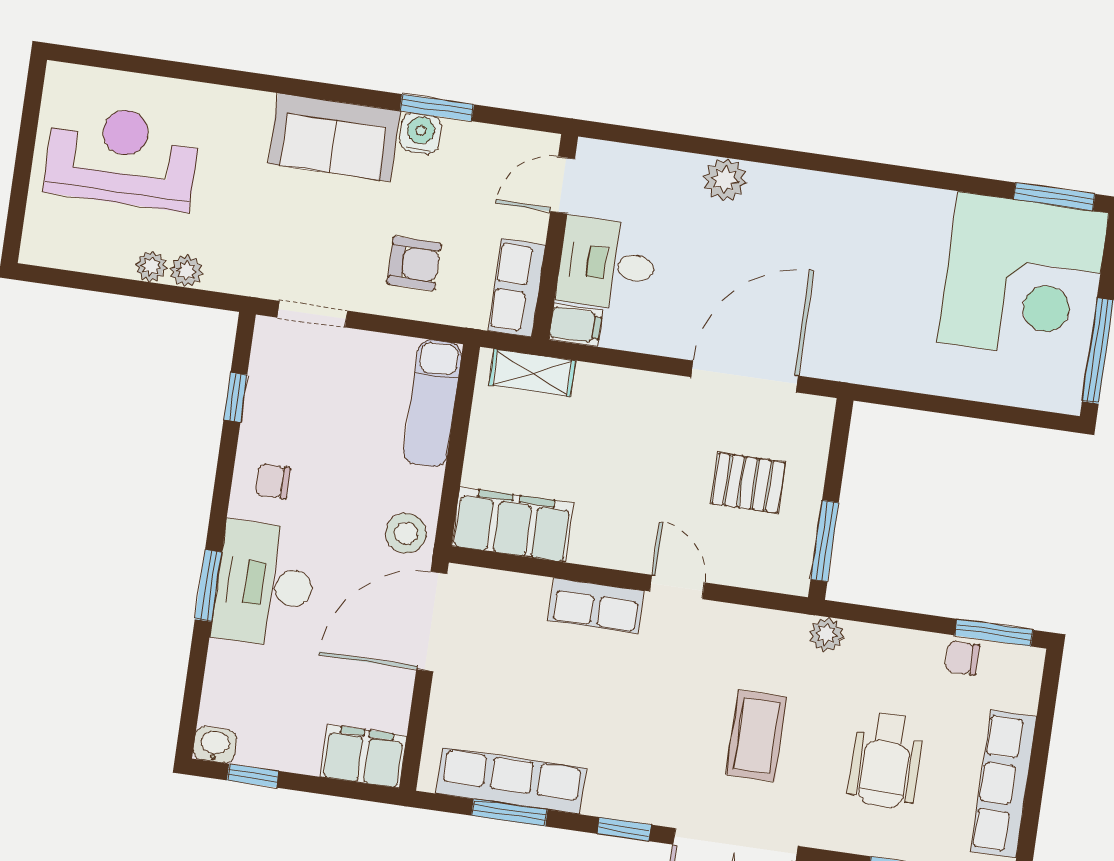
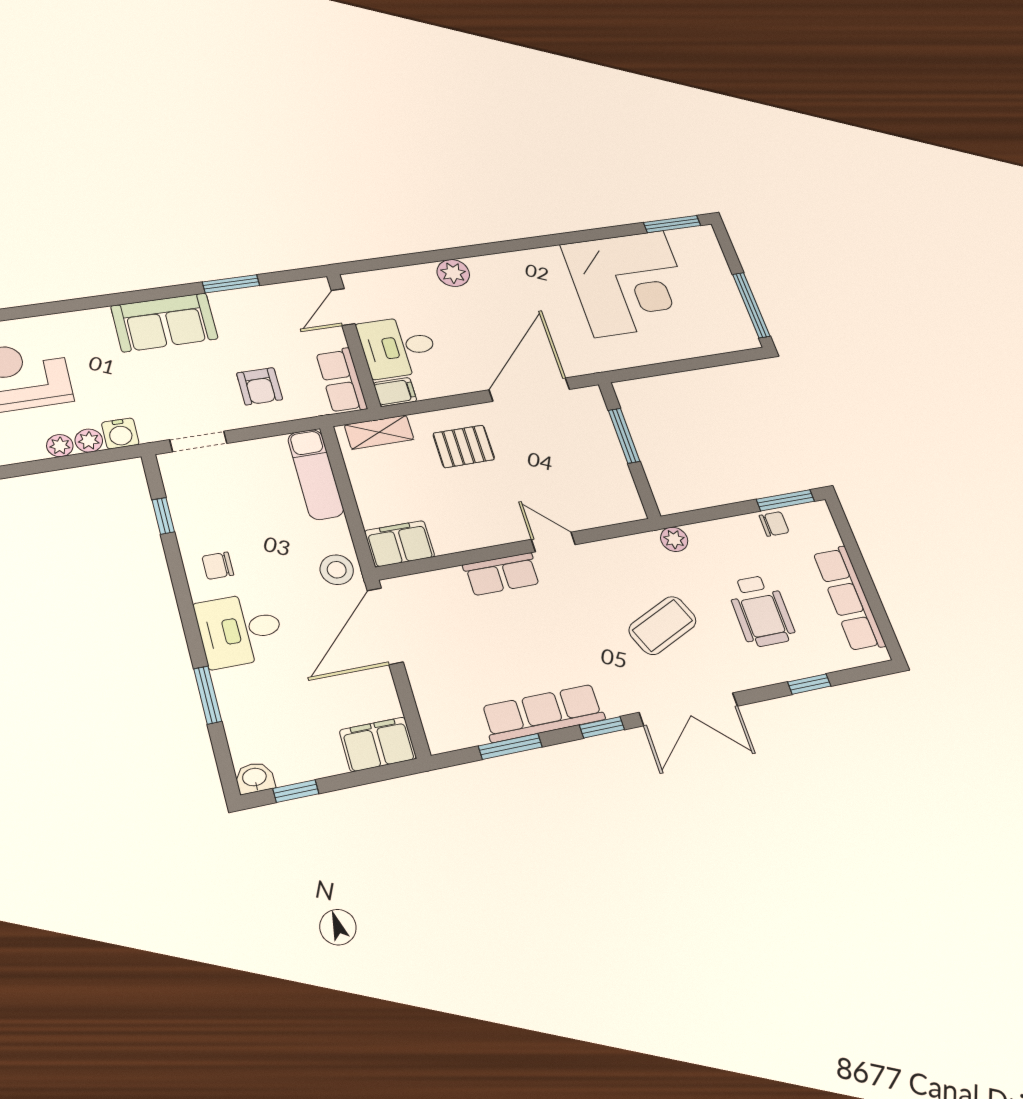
water cooler: (420, 133) -> (120, 433), moved, turned 180
armchair: (414, 263) -> (260, 386), turned 90
corner desk: (1023, 278) -> (629, 283), moved
pallet: (748, 483) -> (464, 446), moved
filing cabinet: (513, 525) -> (400, 544), width x0.67, depth x0.86
window: (825, 541) -> (624, 436), moved
desk: (265, 584) -> (240, 630), width x0.73
window: (208, 586) -> (208, 695), moved
chair: (962, 658) -> (774, 524), turned 180
coffee table: (757, 736) -> (663, 625), turned 66
row of seats: (511, 781) -> (543, 713), moved

